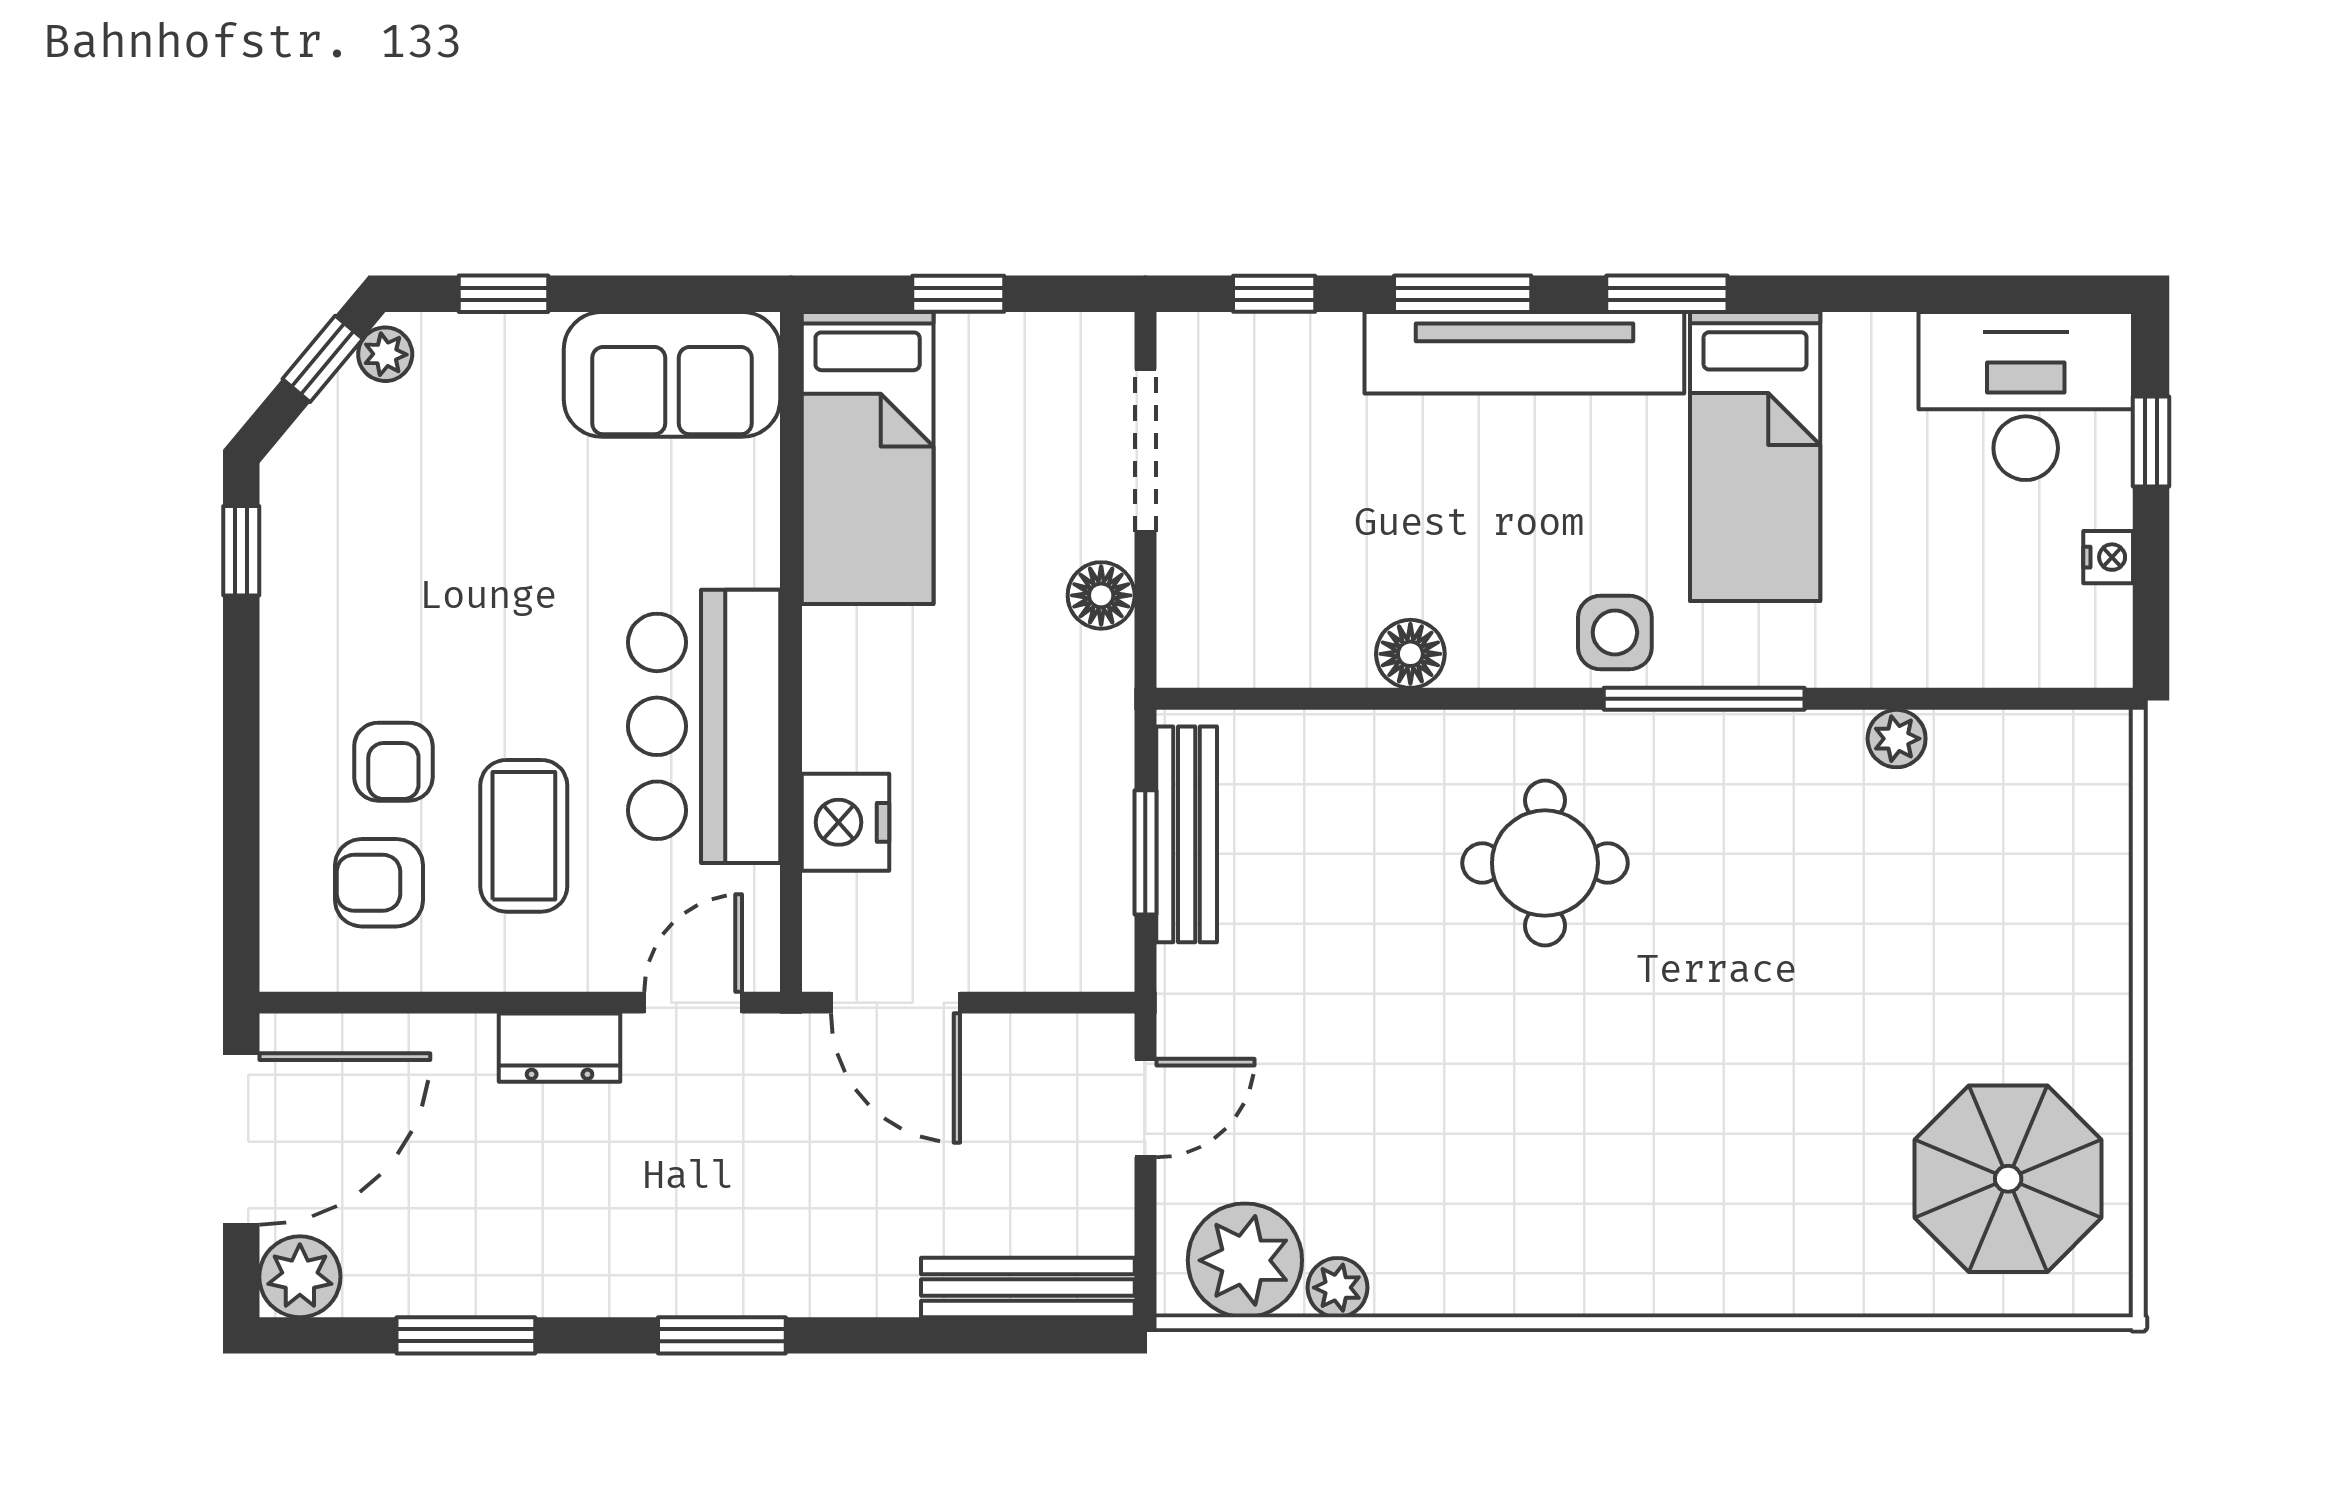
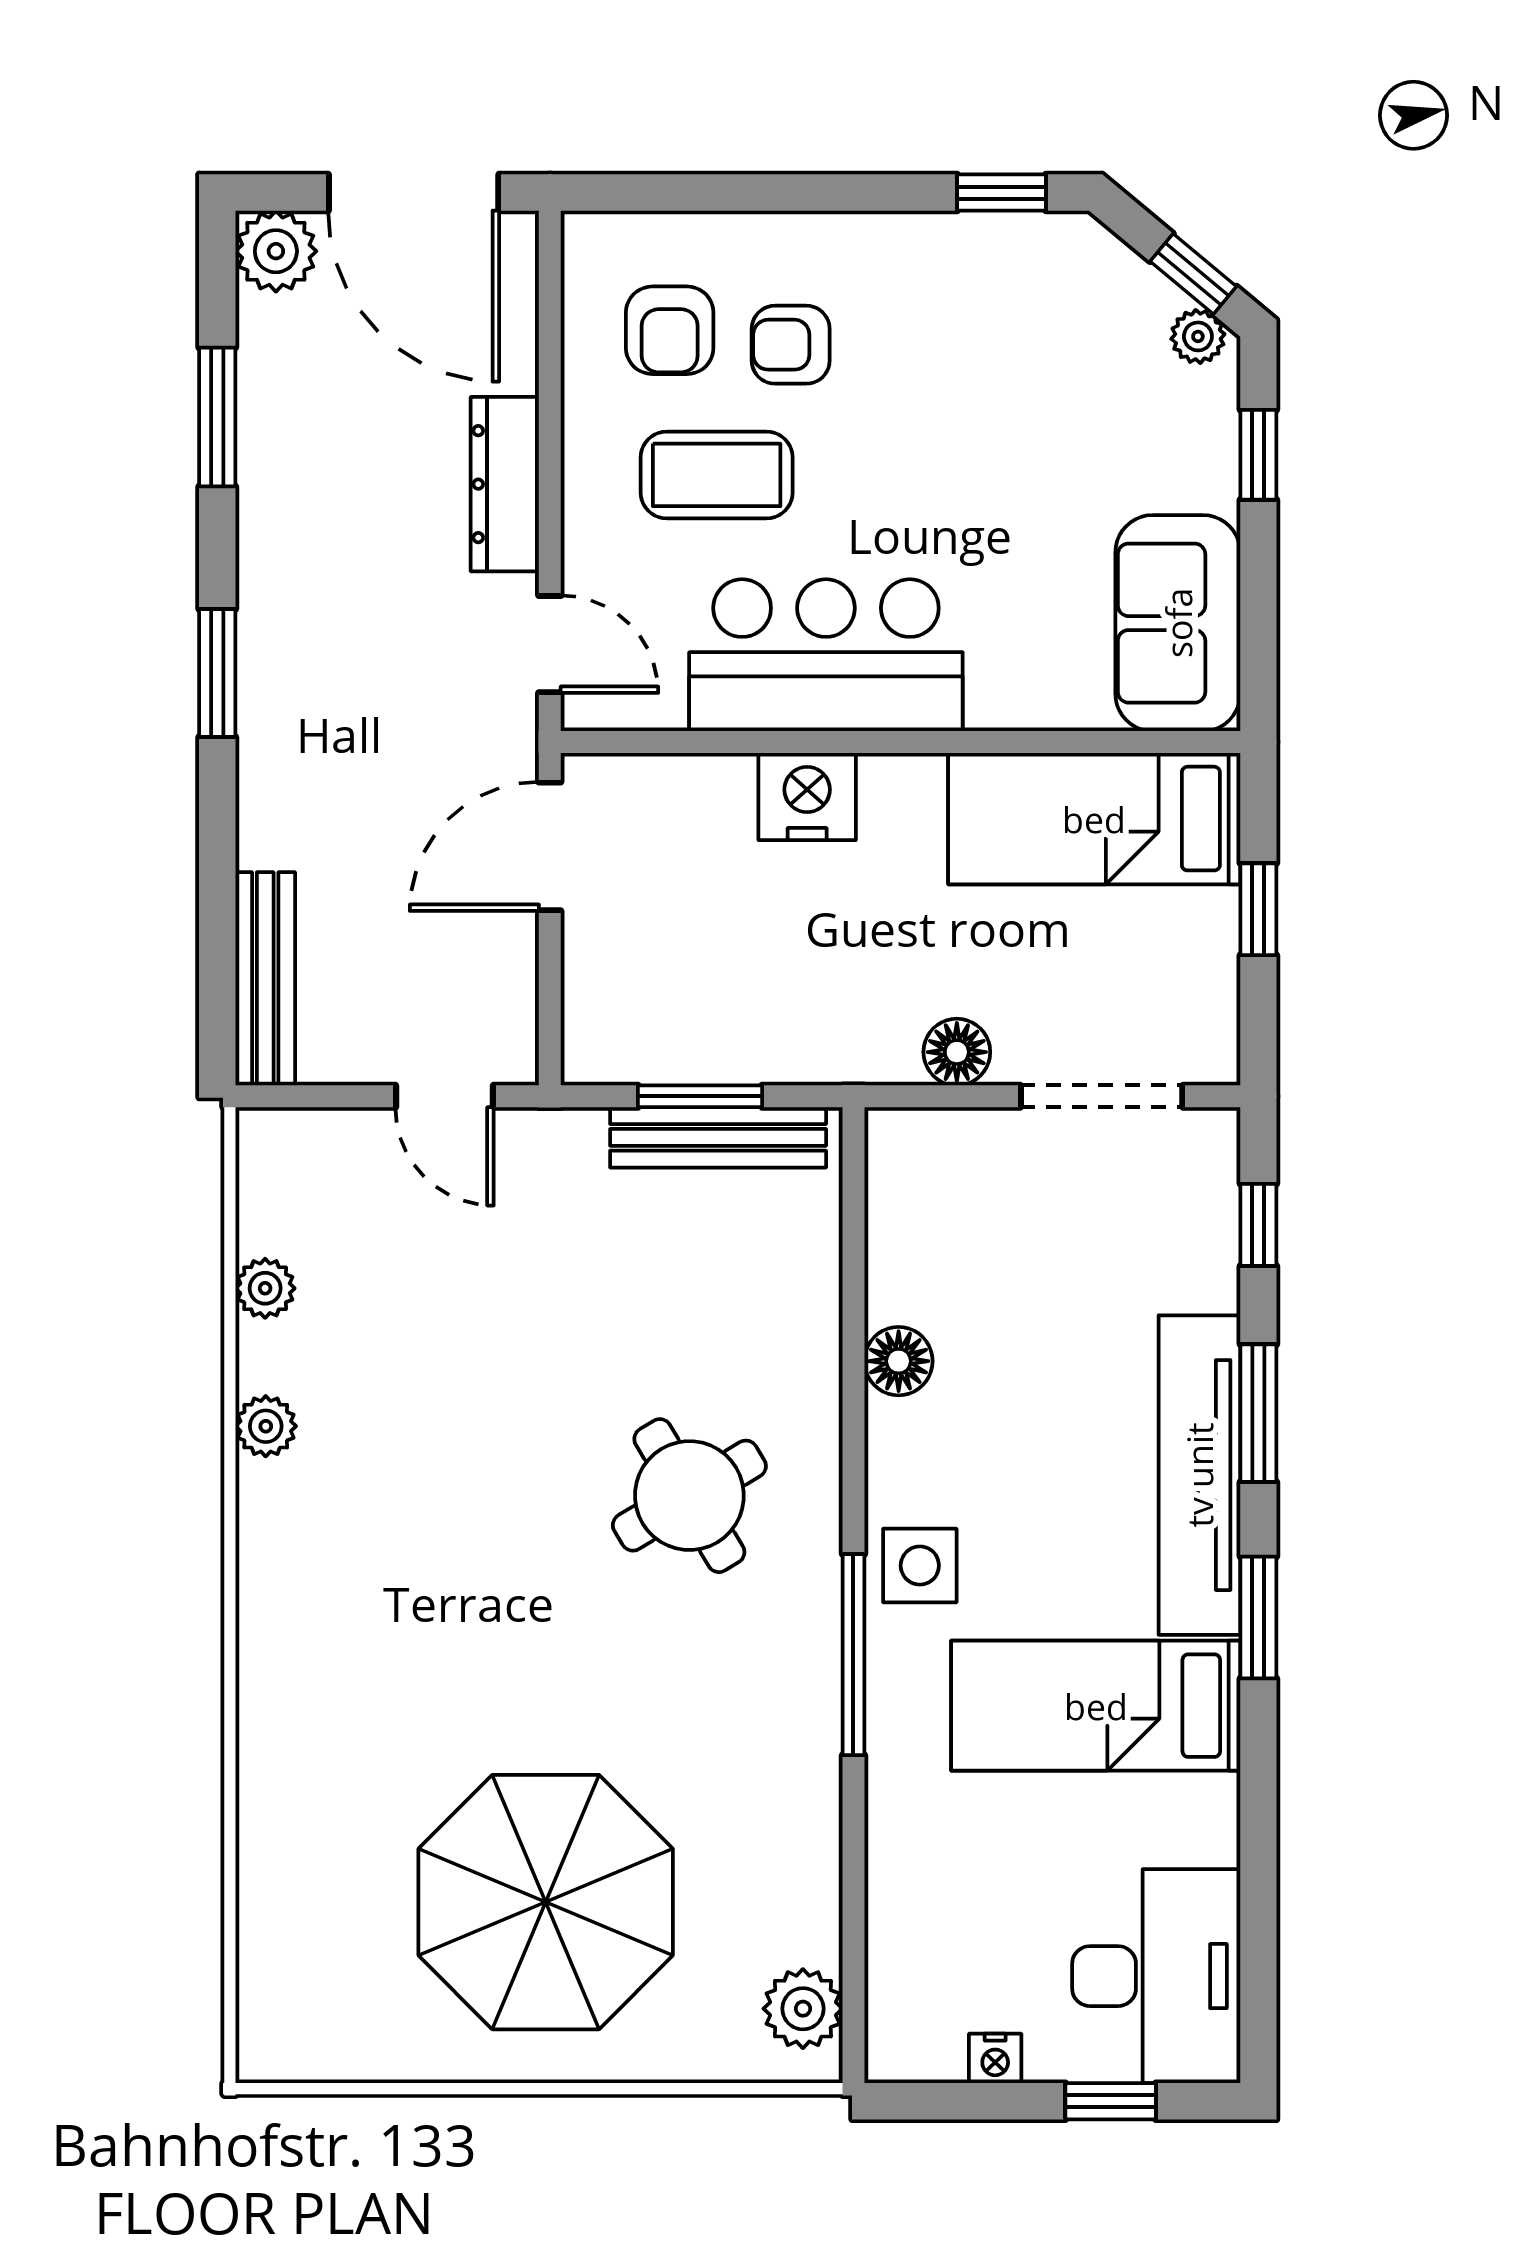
plant: (1897, 739) -> (803, 2009), moved, width x1.38, depth x1.38
nightstand: (845, 822) -> (807, 796), moved
round table: (1545, 863) -> (689, 1496), turned -31
armchair: (379, 883) -> (670, 330), turned 180
dresser: (560, 1048) -> (505, 484), width x1.44
parasol: (2008, 1179) -> (546, 1902), moved, width x1.36, depth x1.36
plant: (1245, 1260) -> (266, 1426), moved, width x0.53, depth x0.53

